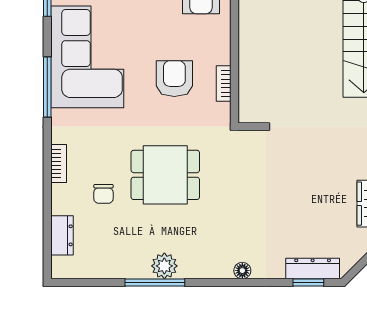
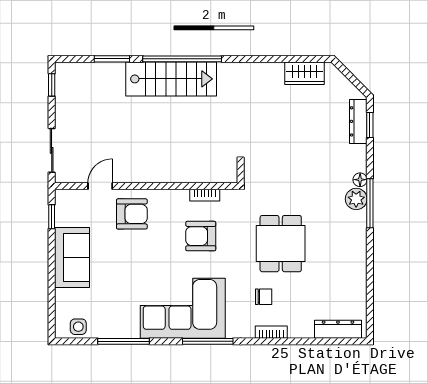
chair: (103, 194) -> (264, 297), moved
dresser: (62, 235) -> (338, 329), width x1.44
plant: (164, 266) -> (356, 199), moved
window: (155, 283) -> (370, 203), moved

